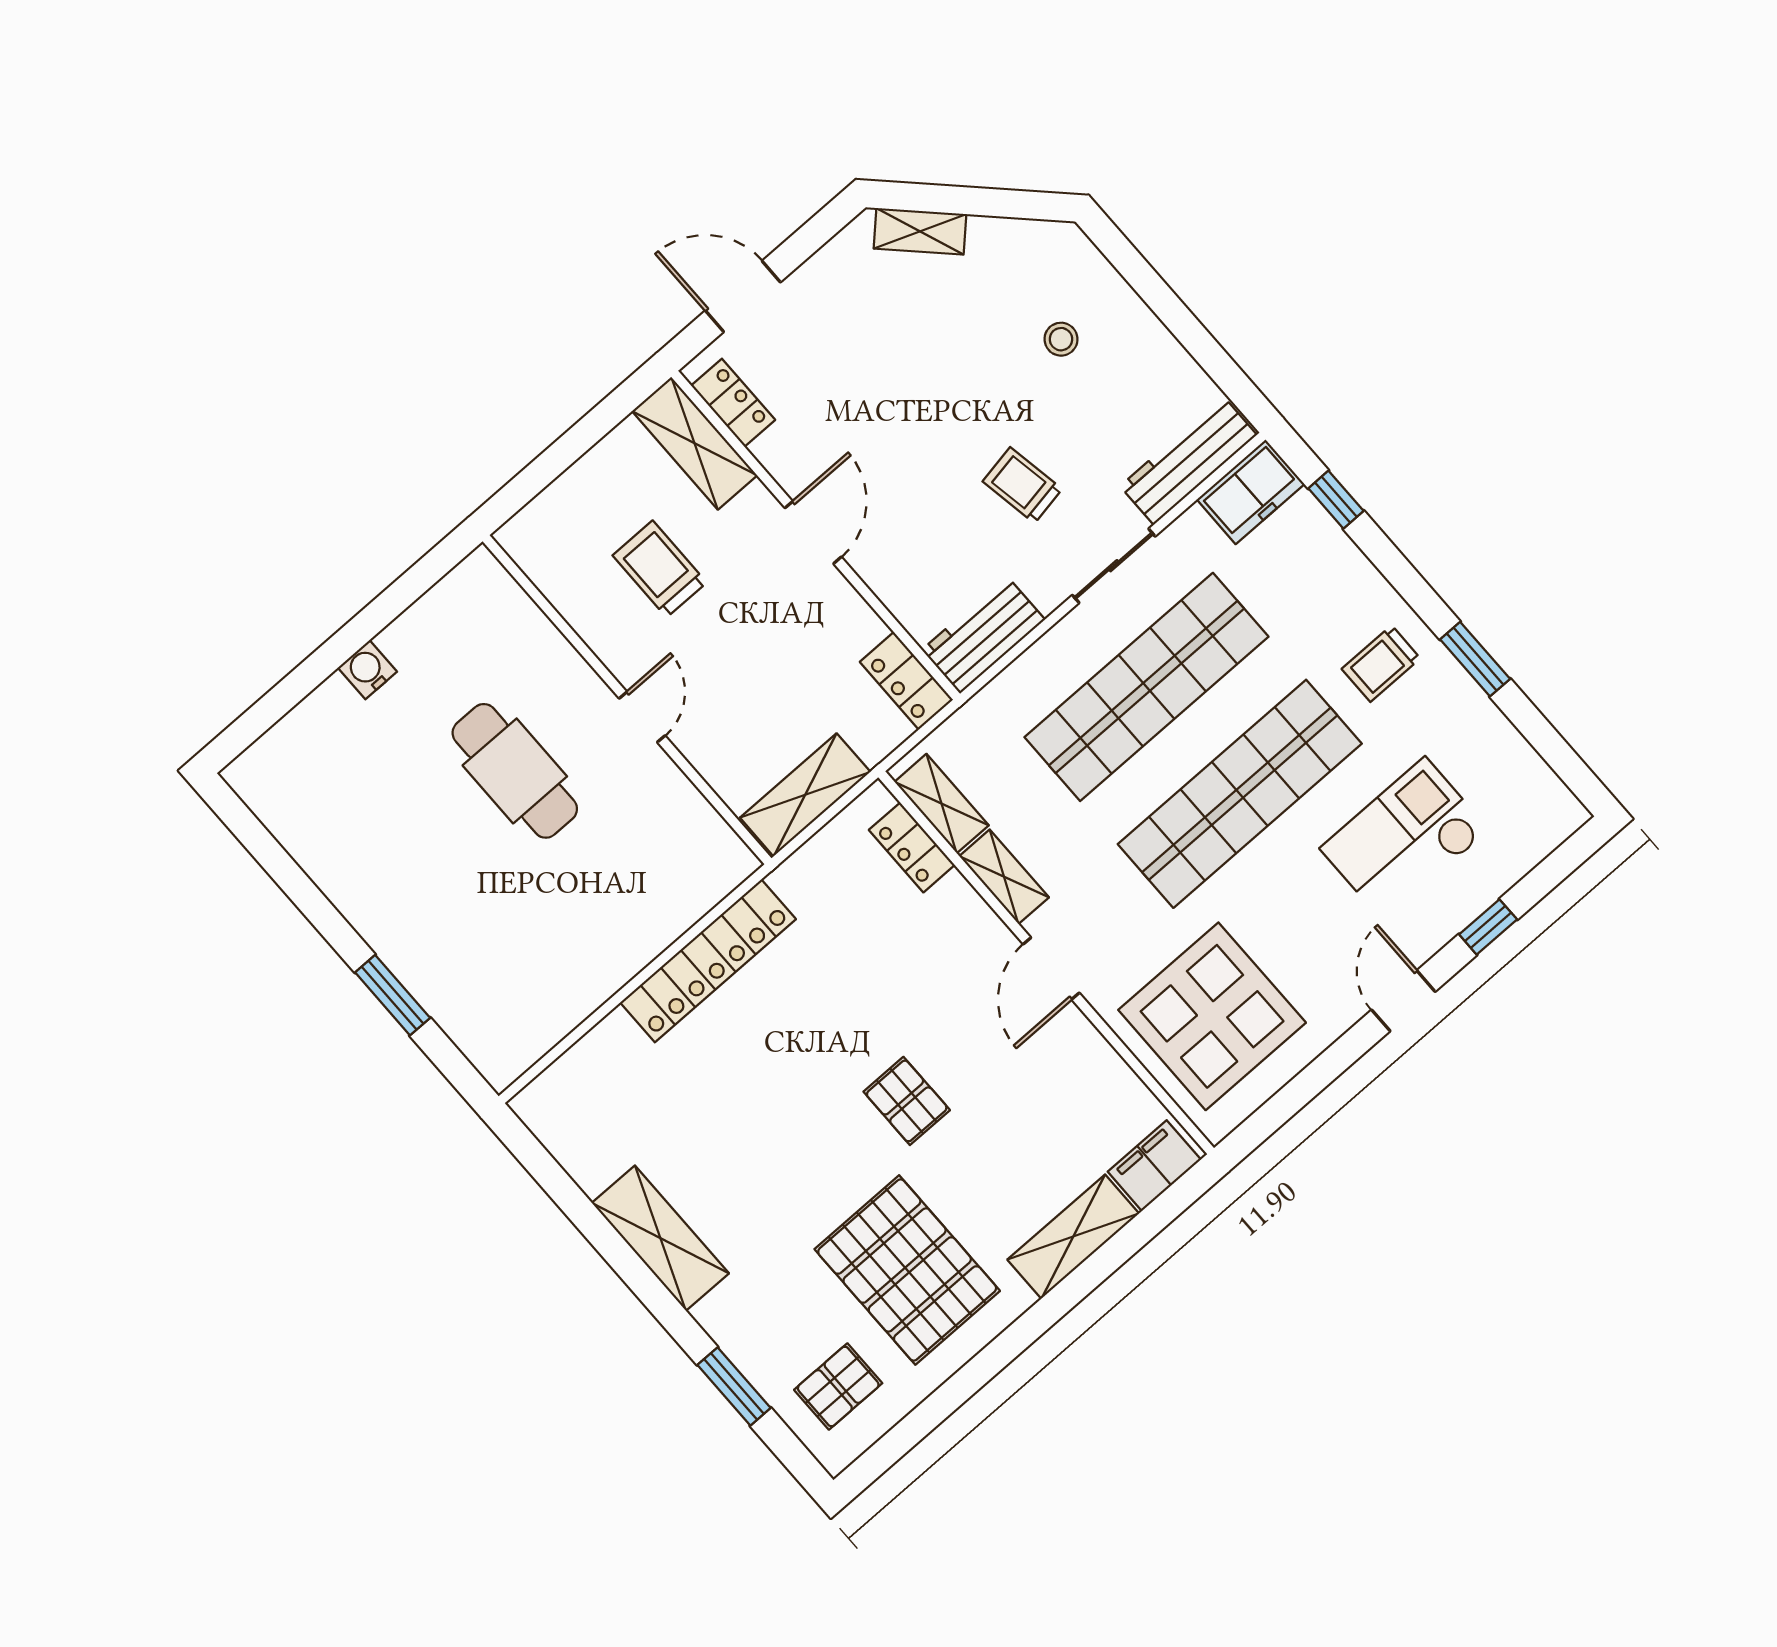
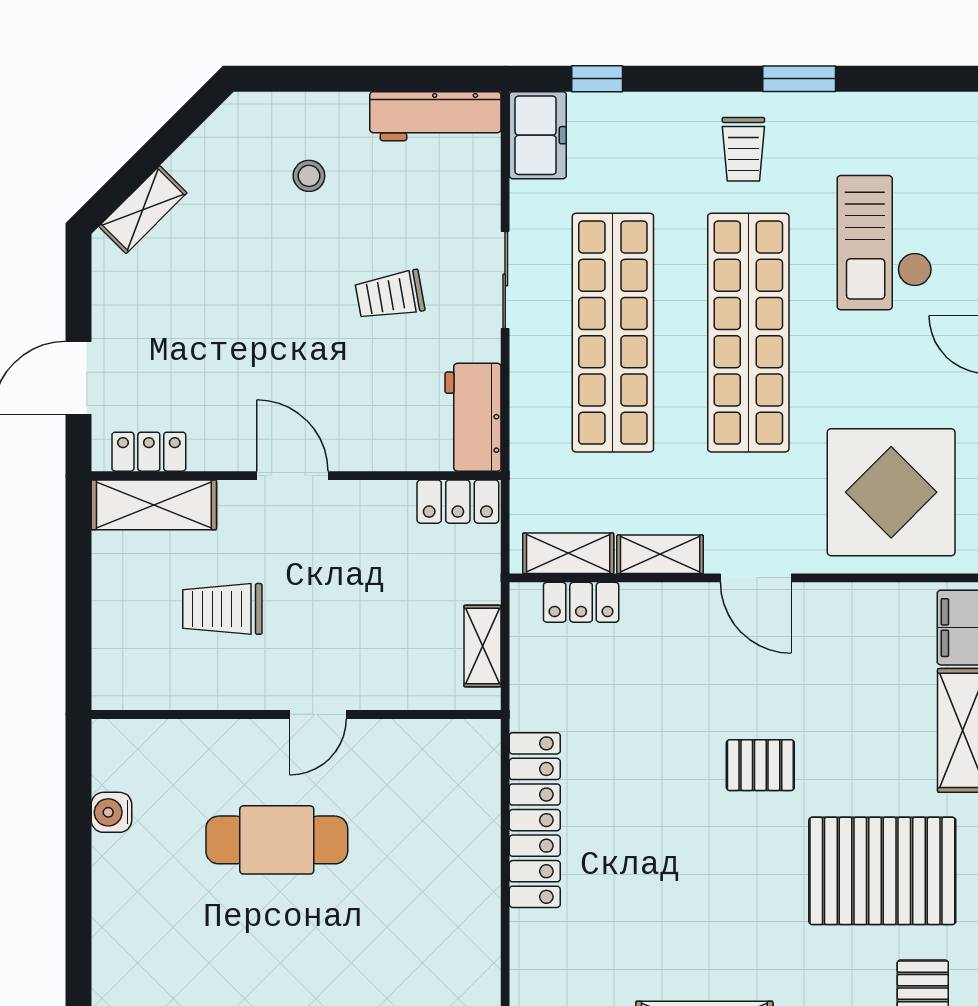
workbench: (1188, 460) -> (435, 116), moved, turned -90
water cooler: (367, 670) -> (111, 812), moved
door: (642, 717) -> (318, 714), swing flipped
shelving: (805, 795) -> (482, 646), width x0.67, depth x0.75

